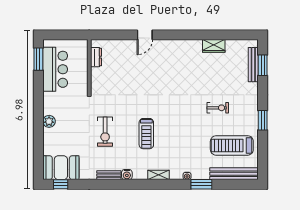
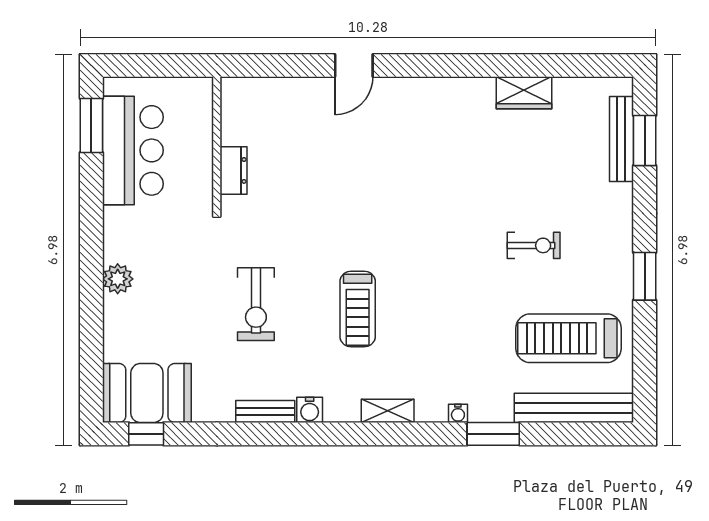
dresser: (96, 57) -> (234, 170), moved

